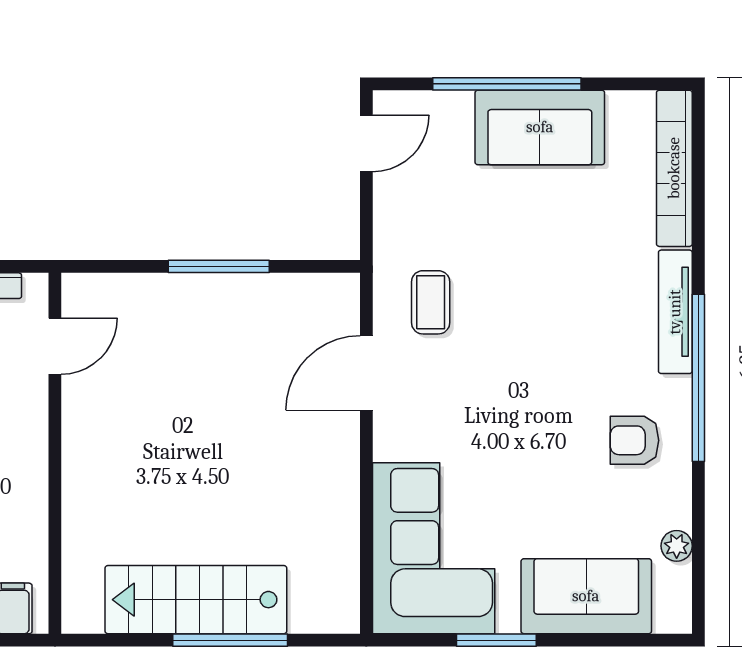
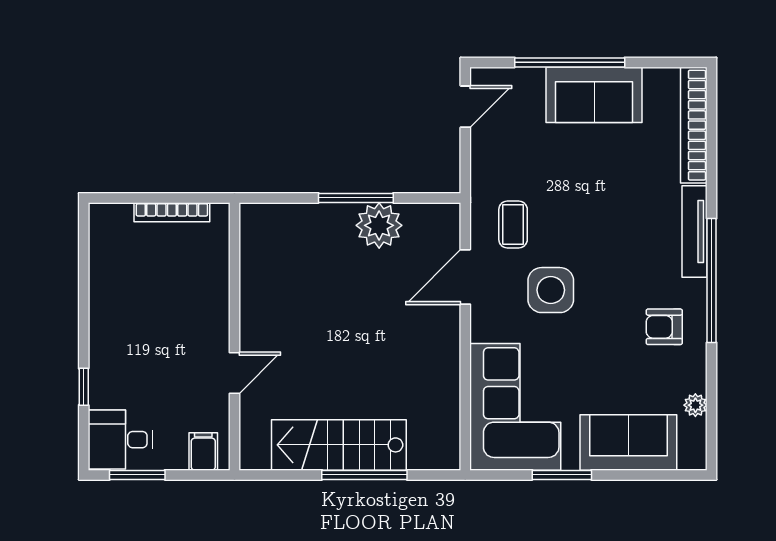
plant: (250, 304) -> (379, 225), added
door: (55, 346) -> (234, 373), moved
side table: (481, 391) -> (551, 290), added

